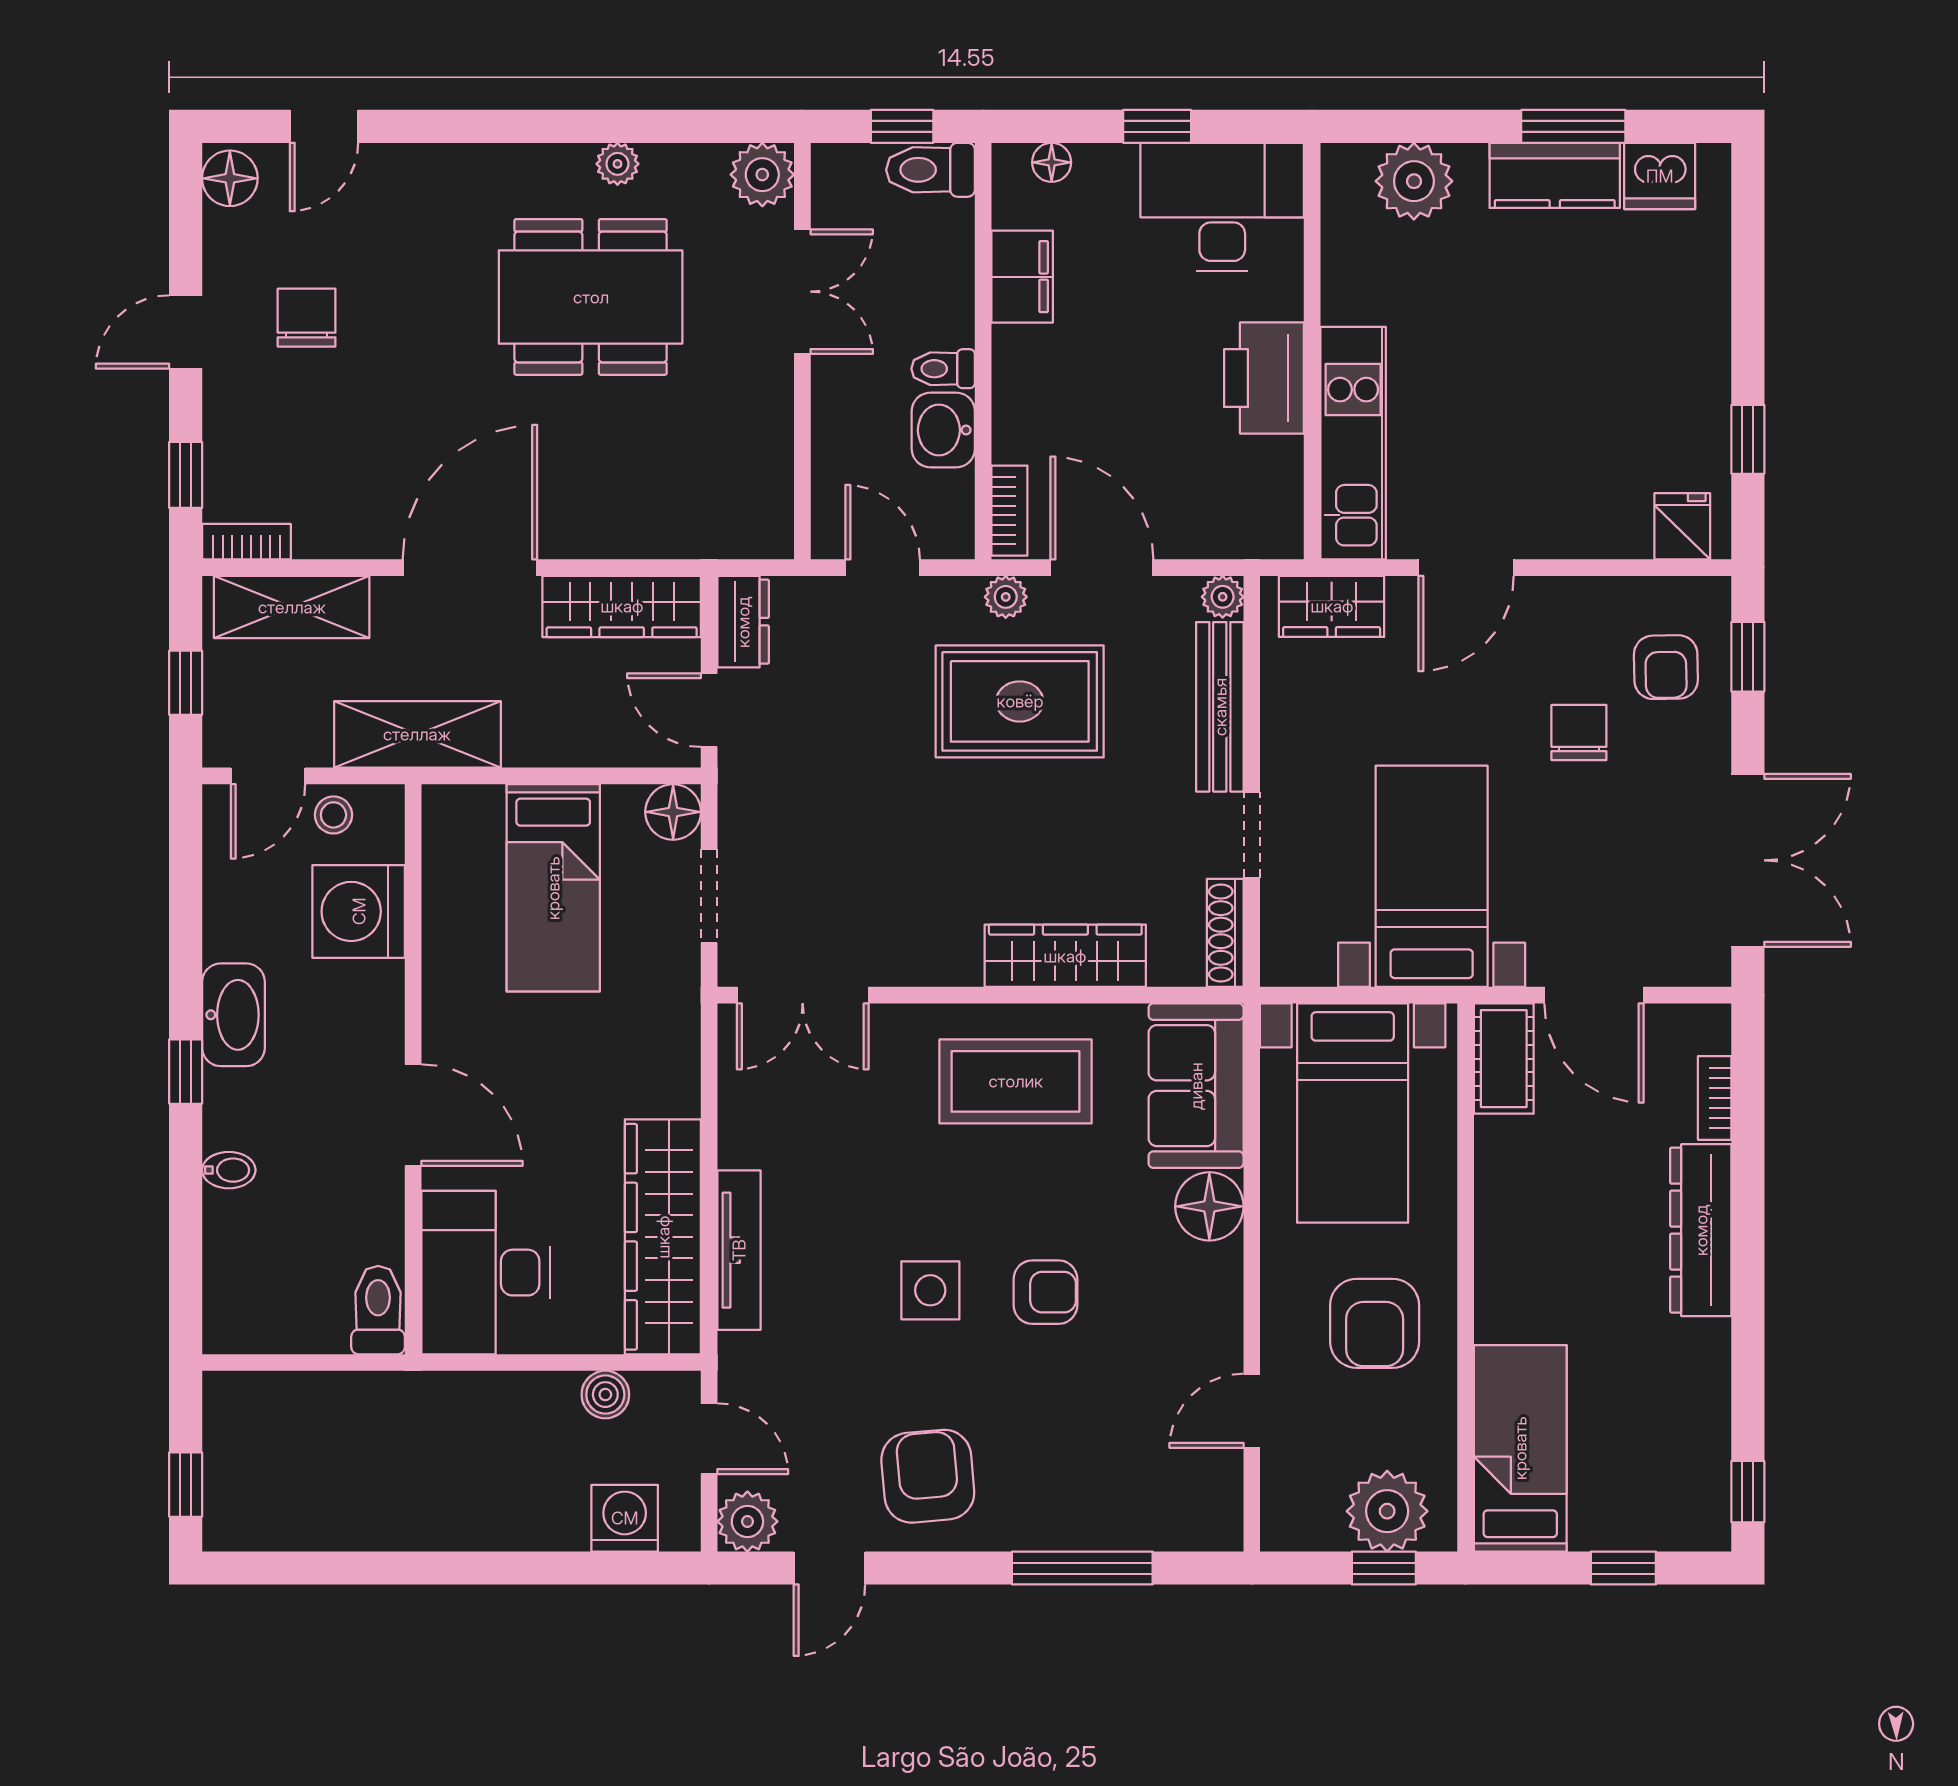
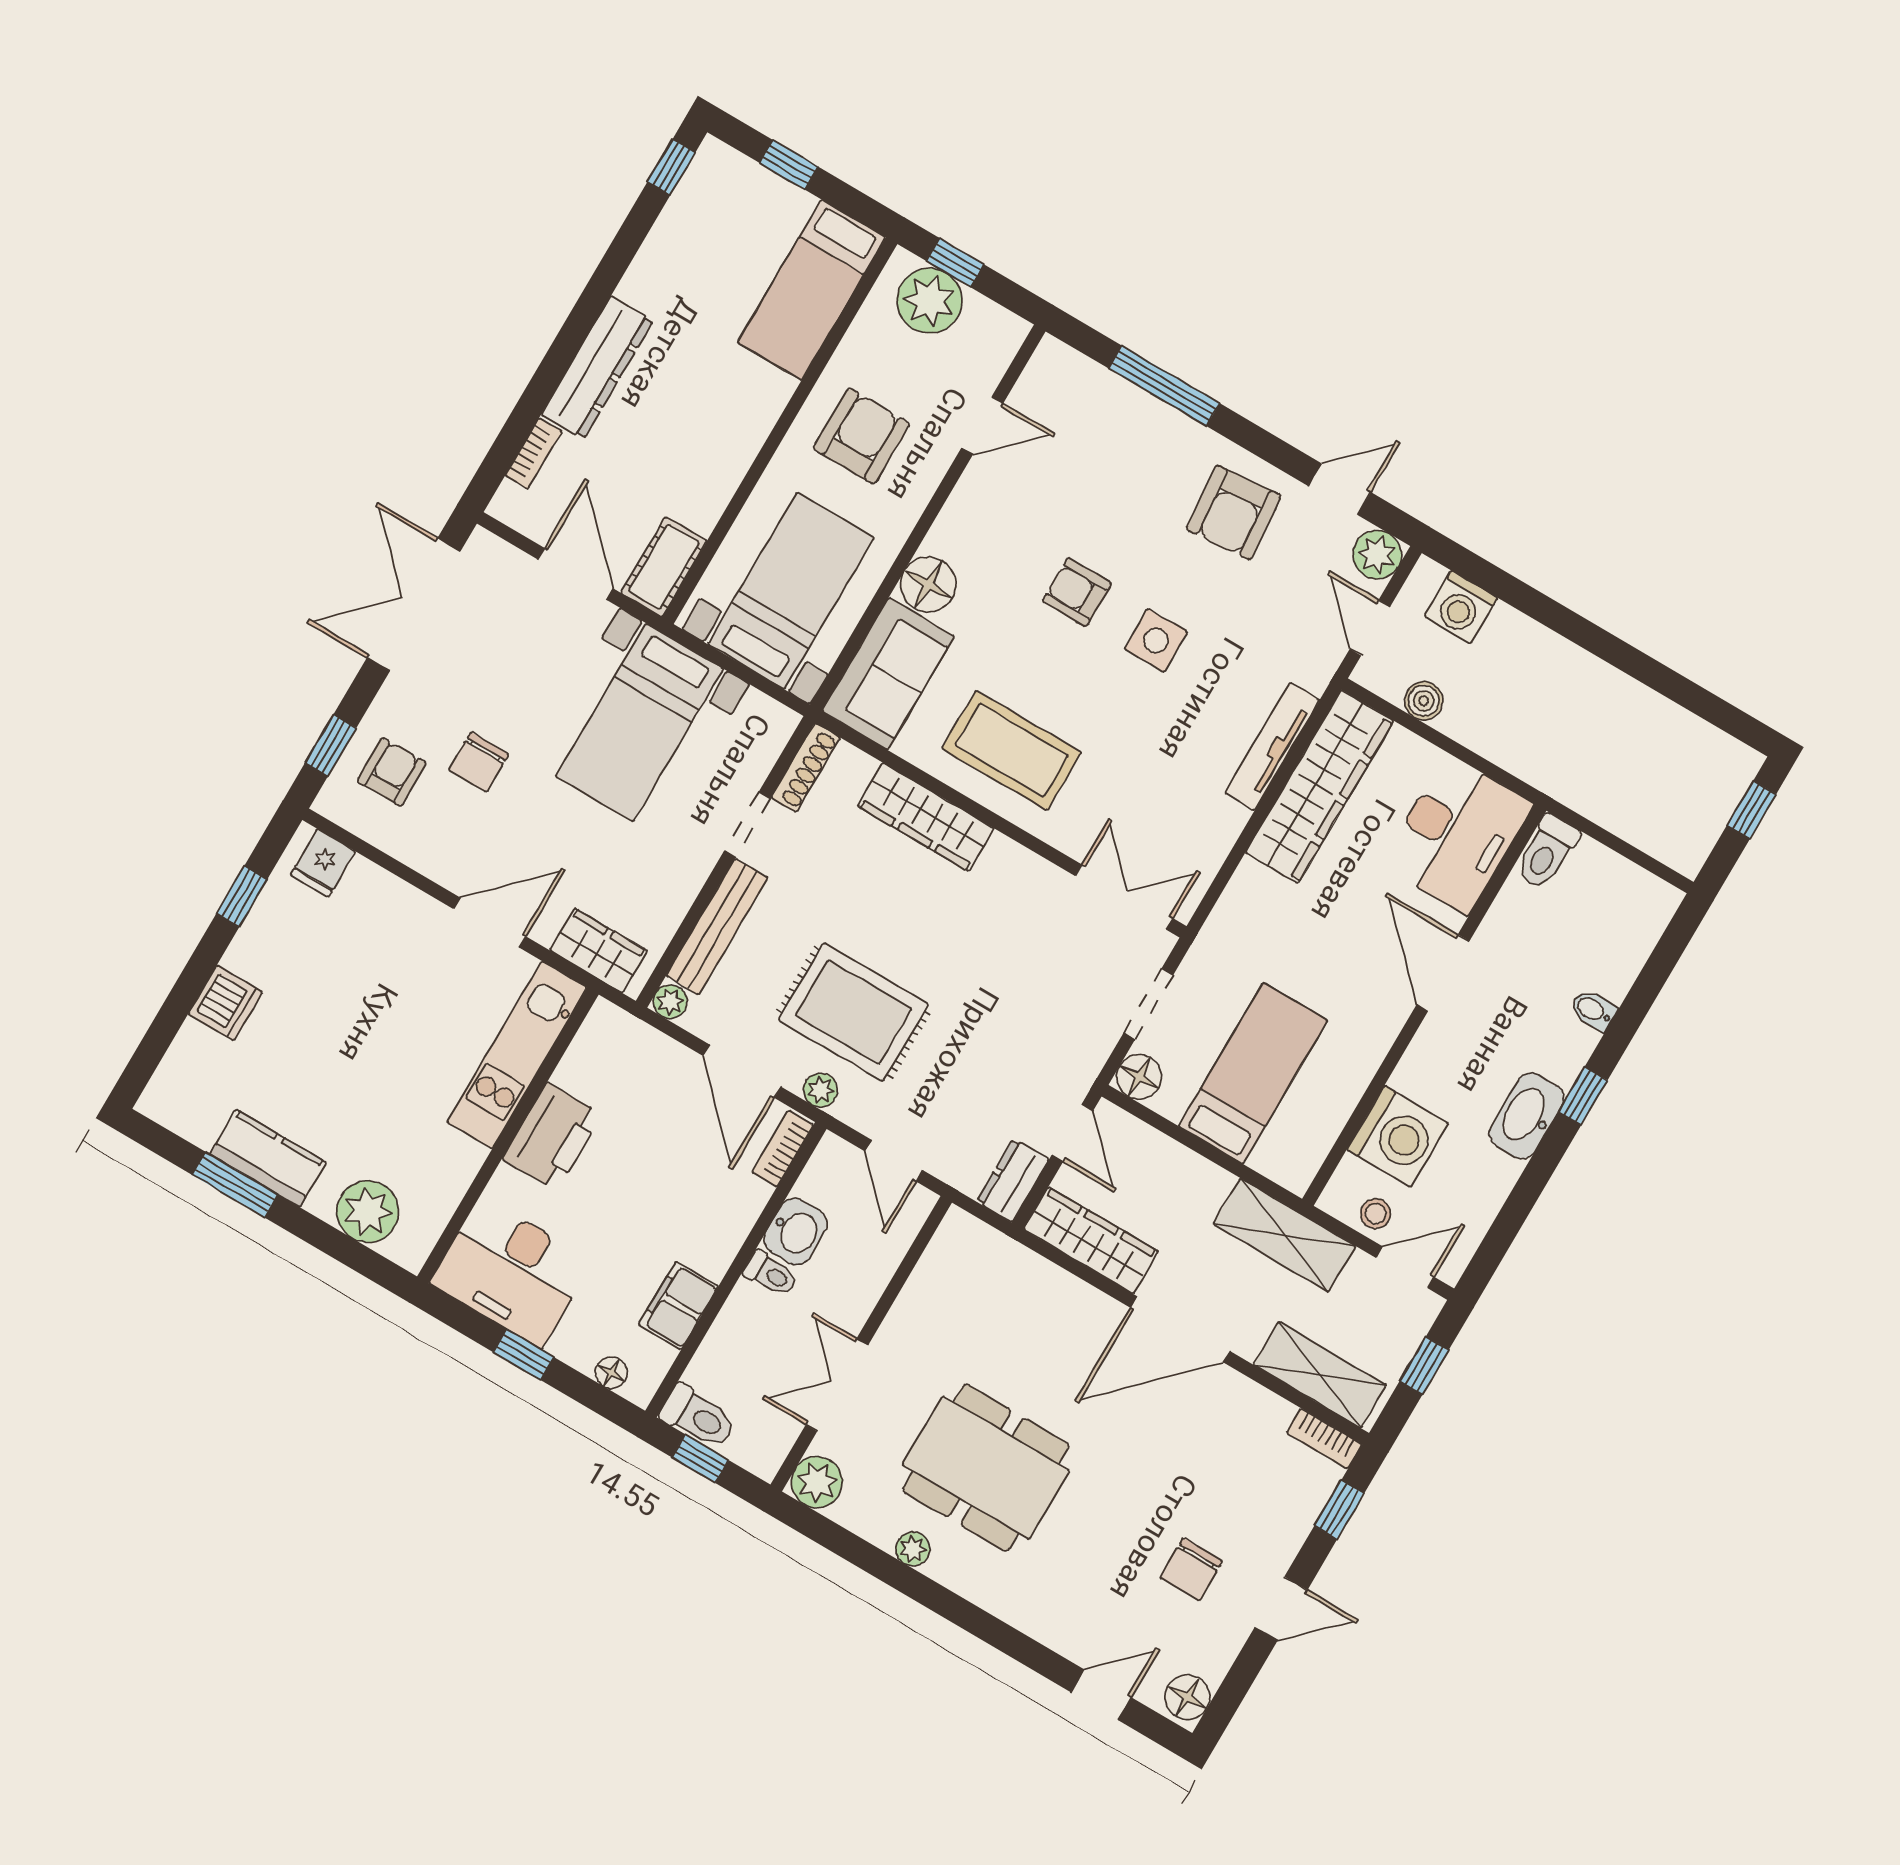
dishwasher: (1660, 176) -> (225, 1003), moved, turned 90

